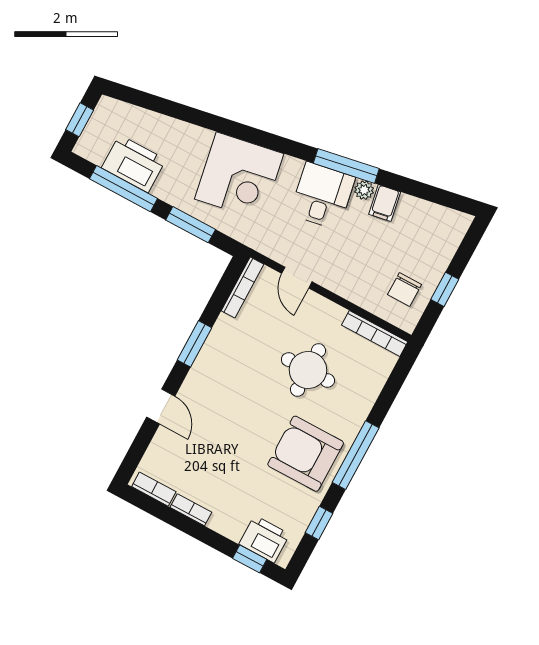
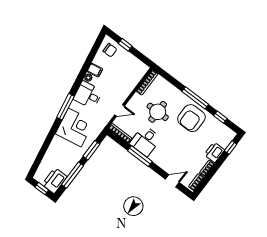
printer: (134, 164) -> (54, 181), moved
window: (346, 166) -> (65, 107), moved
window: (445, 289) -> (125, 45), moved
chair: (405, 290) -> (110, 50), moved
window: (194, 344) -> (140, 156), width x1.44
desk: (233, 351) -> (145, 141), added
door: (161, 407) -> (172, 181), moved
printer: (264, 539) -> (214, 152), moved

